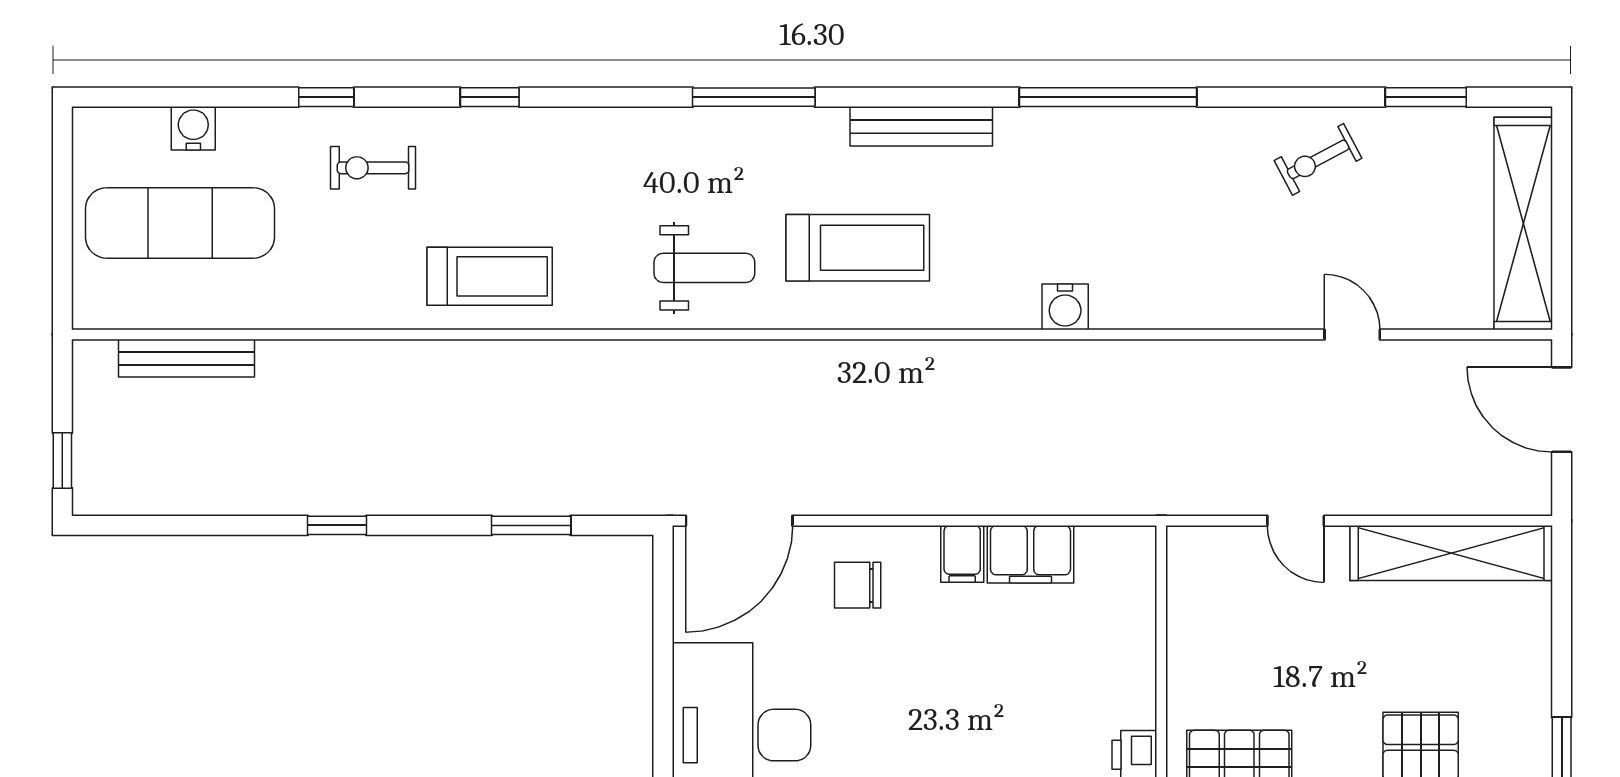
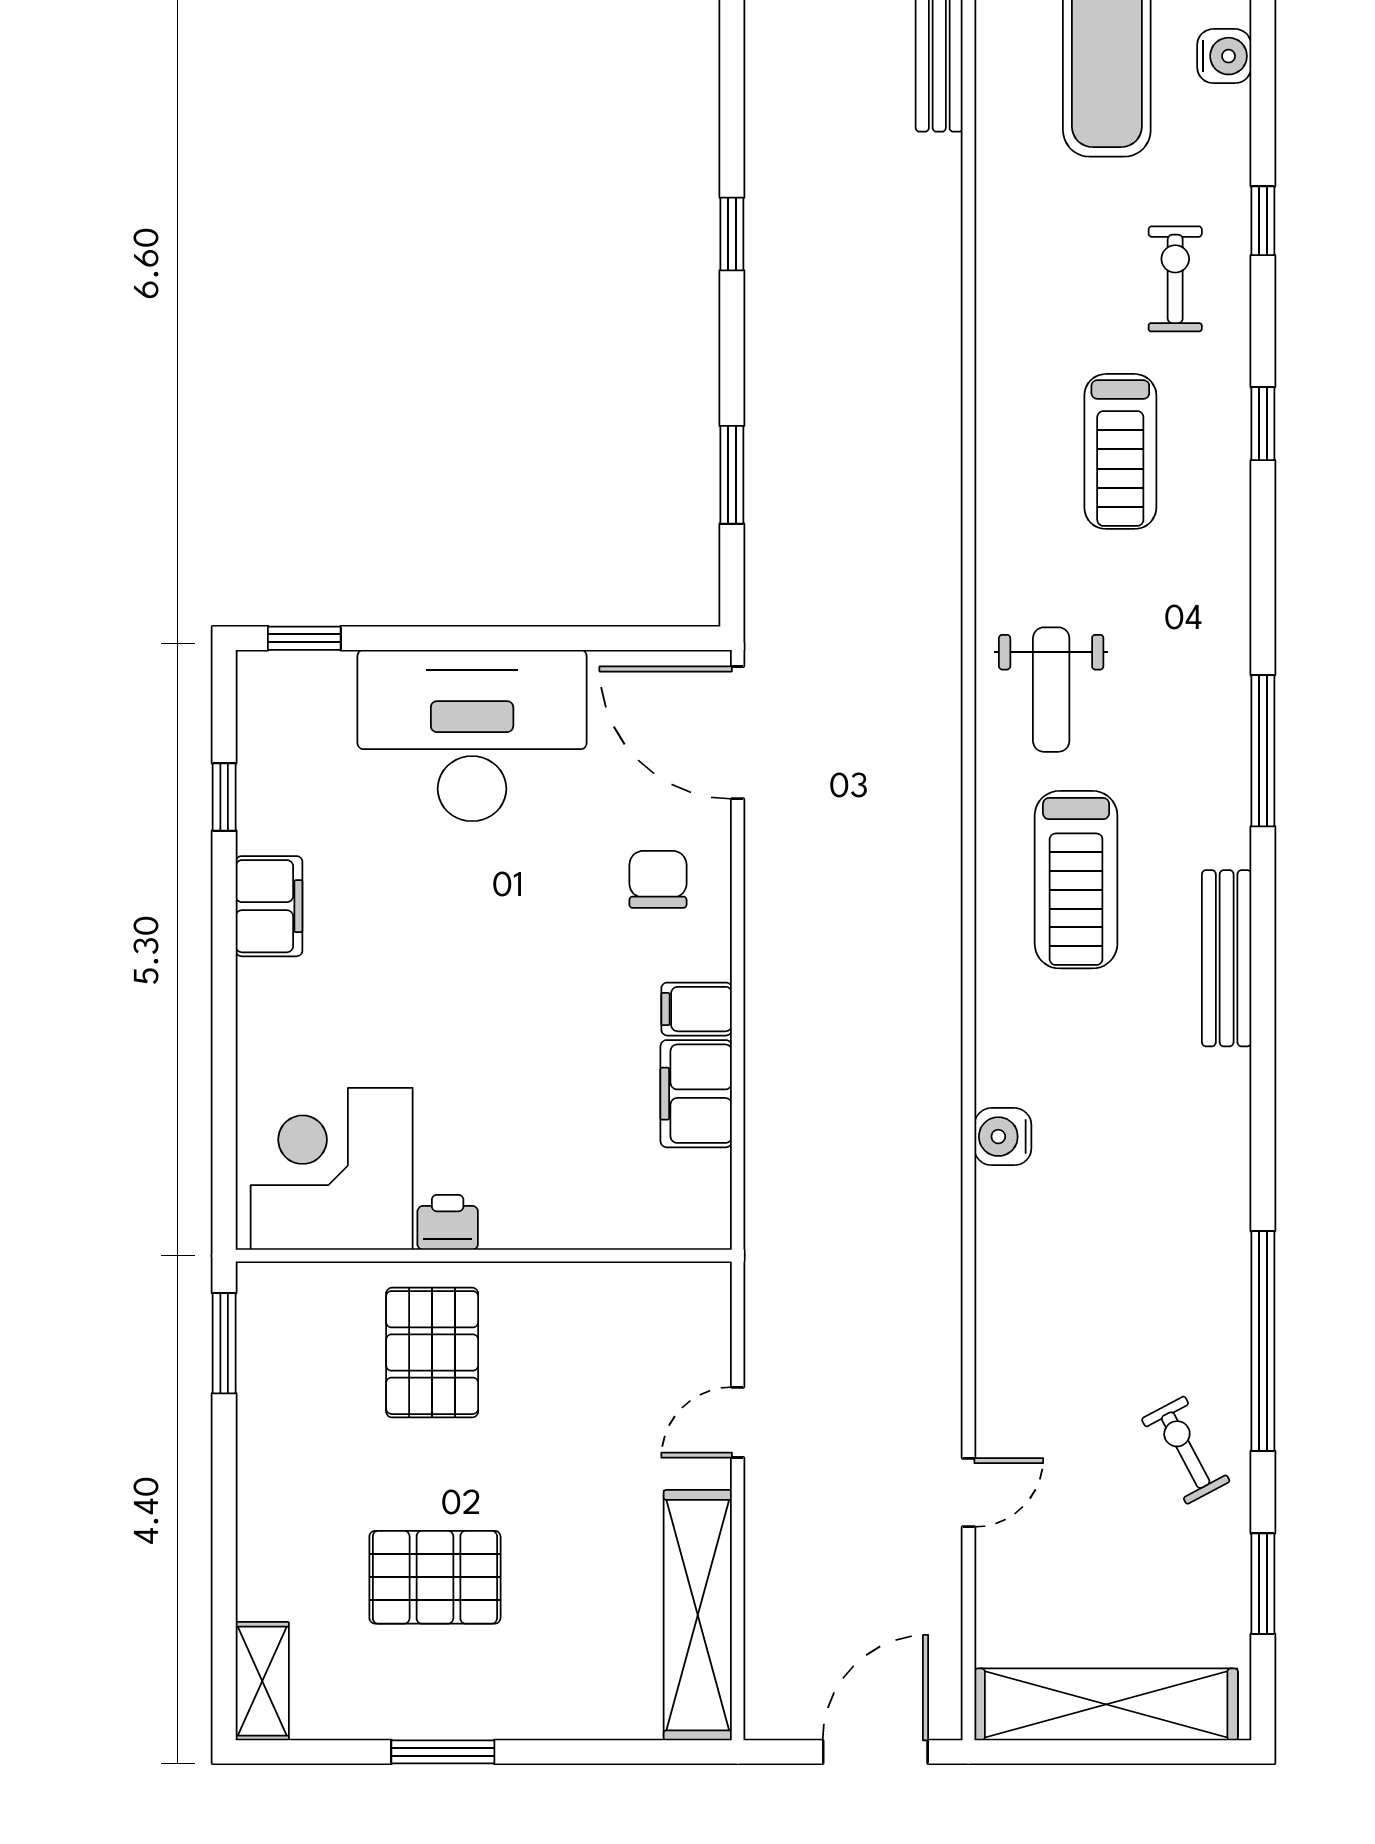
window: (1108, 97) -> (1263, 1341), moved
treadmill: (490, 276) -> (1120, 451), moved

